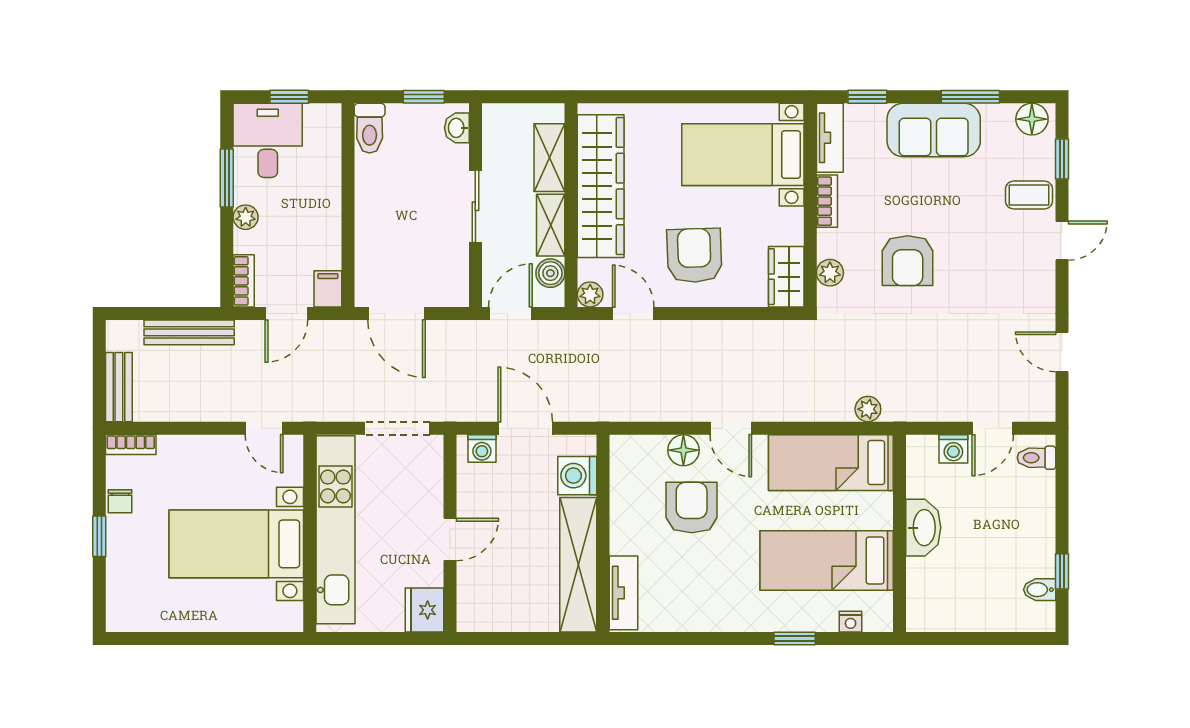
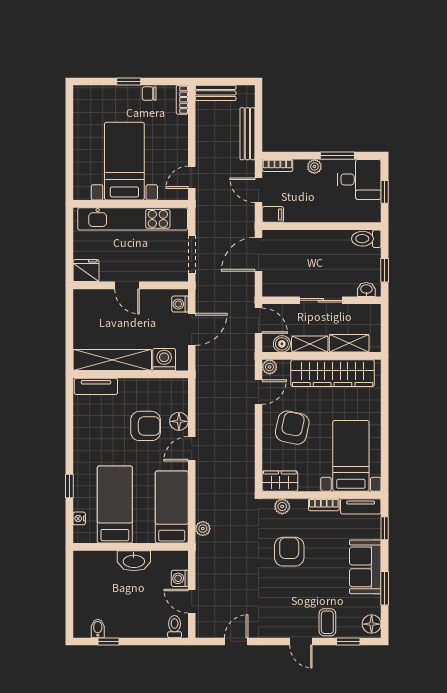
armchair: (694, 255) -> (292, 428), turned -76
armchair: (908, 261) -> (289, 552), turned 90

